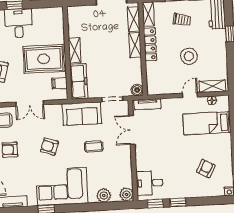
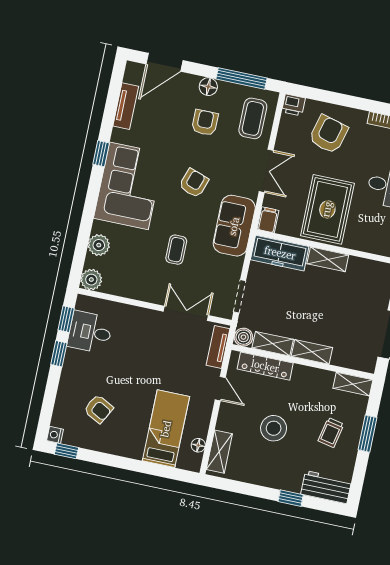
shelving: (134, 19) -> (273, 344), moved
locker: (150, 44) -> (265, 366), moved
filing cabinet: (59, 83) -> (268, 220), moved
door: (190, 95) -> (220, 389), moved
double door: (30, 103) -> (266, 171), swing flipped
sofa: (82, 114) -> (234, 226), moved
desk: (150, 183) -> (90, 332), moved, turned -90

